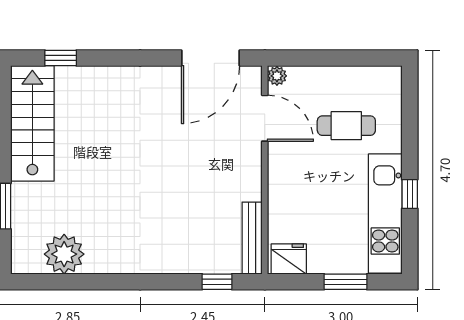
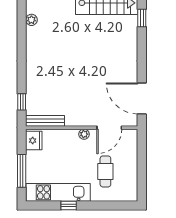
plant: (277, 76) -> (84, 134), moved
plant: (64, 254) -> (31, 20), width x0.53, depth x0.53
window: (346, 282) -> (22, 171), width x1.44

